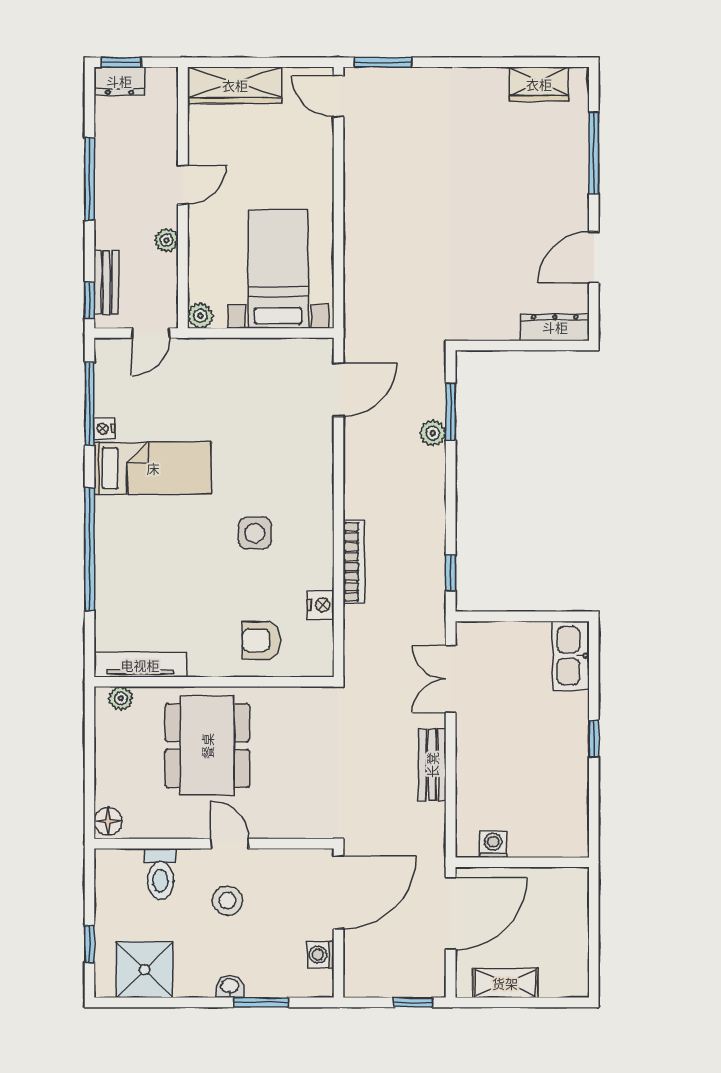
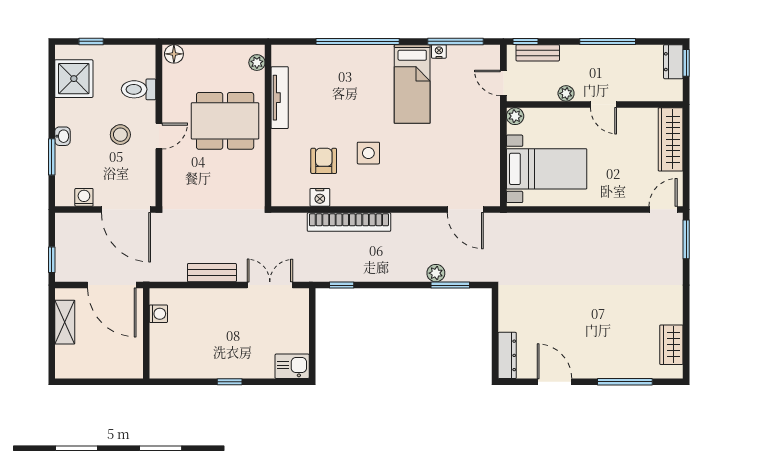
bookcase: (354, 562) -> (349, 222), width x1.48, depth x1.31
armchair: (261, 640) -> (324, 161), moved
kitchen sink: (571, 656) -> (292, 366), width x0.73
tv unit: (140, 665) -> (280, 98), moved

